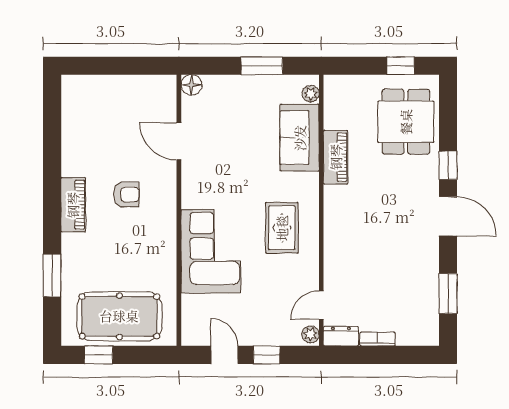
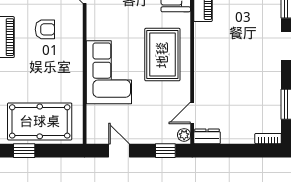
rug: (282, 228) -> (162, 55), width x1.36, depth x1.43
bookcase: (378, 339) -> (268, 139), moved
window: (267, 355) -> (165, 151), moved

